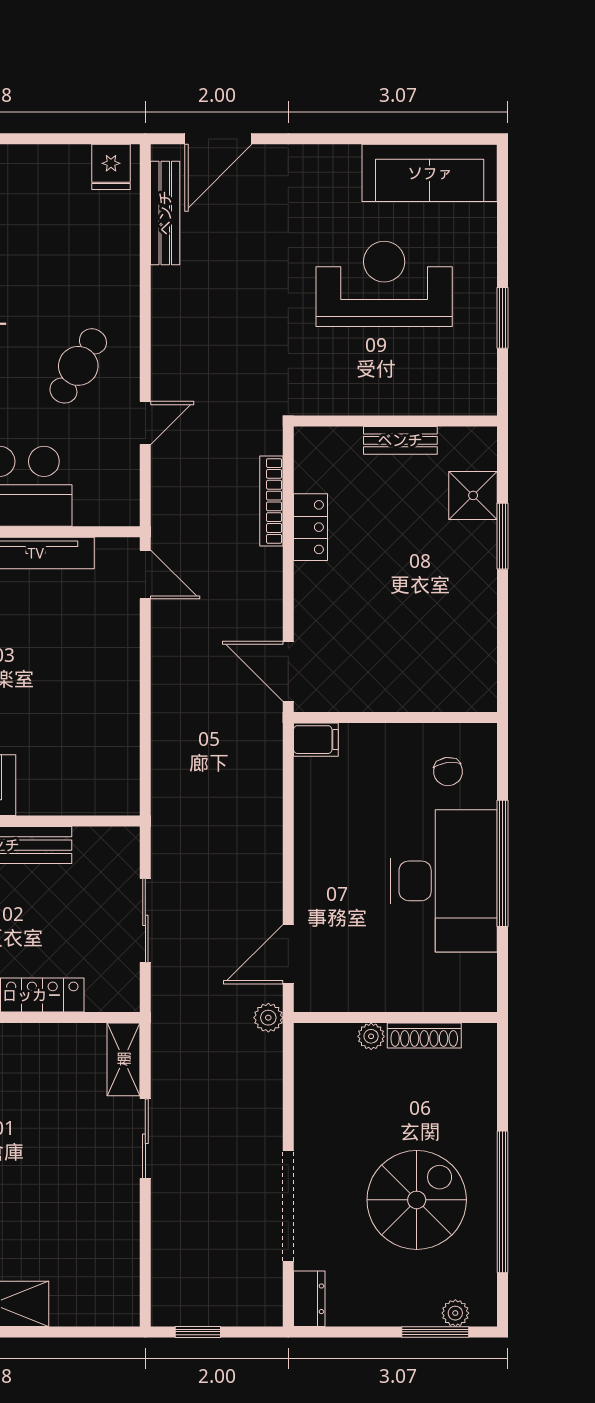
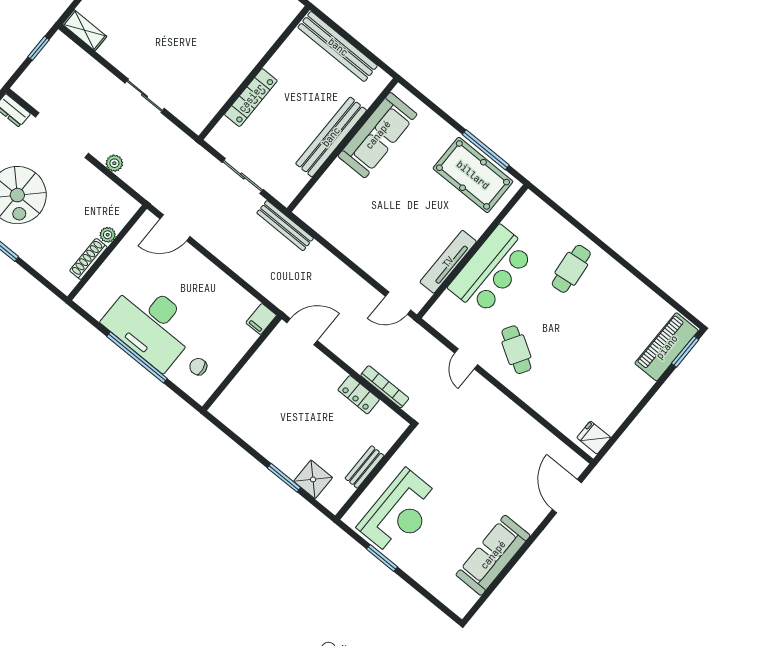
sofa: (430, 173) -> (493, 555), moved
bench: (165, 213) -> (285, 226), moved
reception desk: (384, 284) -> (400, 513), moved
door: (288, 954) -> (175, 228), swing flipped
plant: (268, 1018) -> (114, 163), moved
shelving: (124, 1059) -> (85, 30), moved

